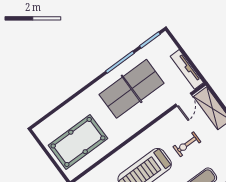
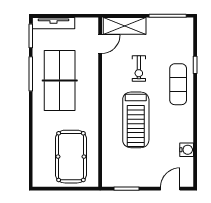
tv unit: (187, 69) -> (54, 23), moved
door: (184, 100) -> (100, 44), hinge flipped

